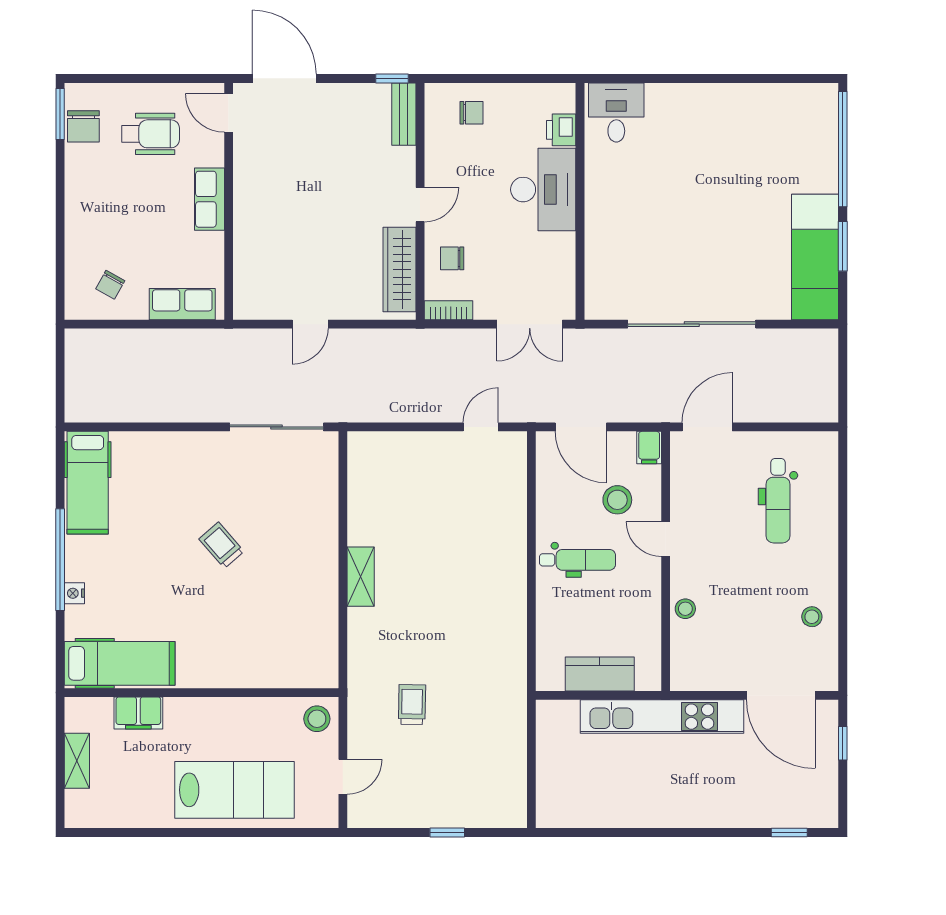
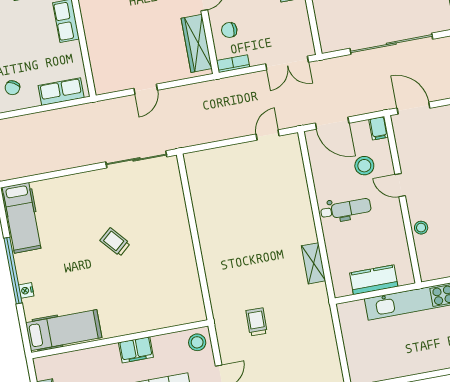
door: (707, 427) -> (413, 108), hinge flipped
shelving: (361, 577) -> (313, 263), moved
filing cabinet: (138, 713) -> (136, 350), moved

